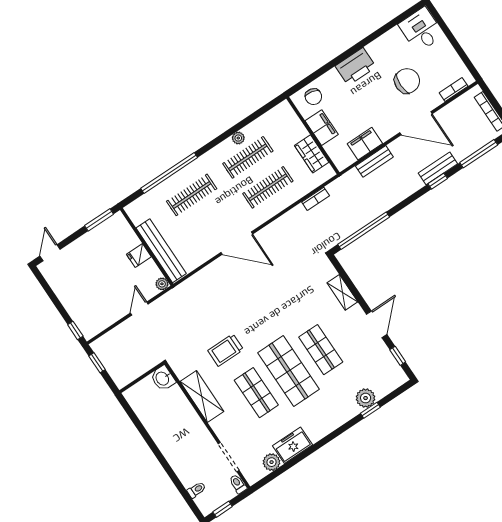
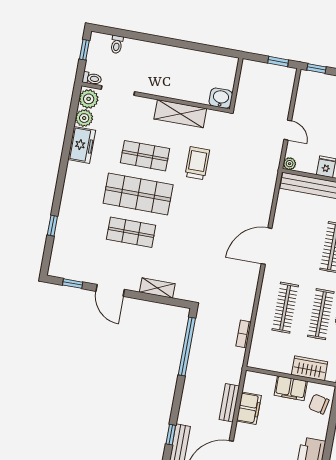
wardrobe: (312, 154) -> (310, 368), moved
plant: (366, 398) -> (89, 99), moved

